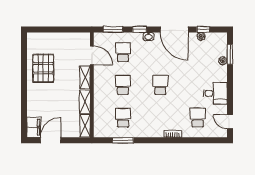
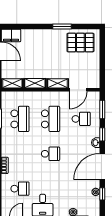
pallet: (43, 68) -> (80, 43), moved
window: (24, 73) -> (62, 26), added
school desk: (123, 85) -> (51, 119), width x1.85
school desk: (123, 118) -> (20, 119), width x1.85

